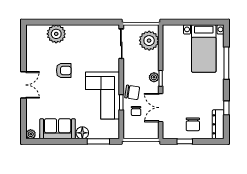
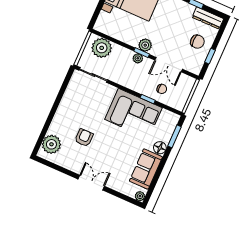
plant: (56, 34) -> (51, 144), moved
armchair: (64, 70) -> (84, 138), moved
plant: (169, 79) -> (145, 45), added
chair: (132, 92) -> (143, 85), removed

